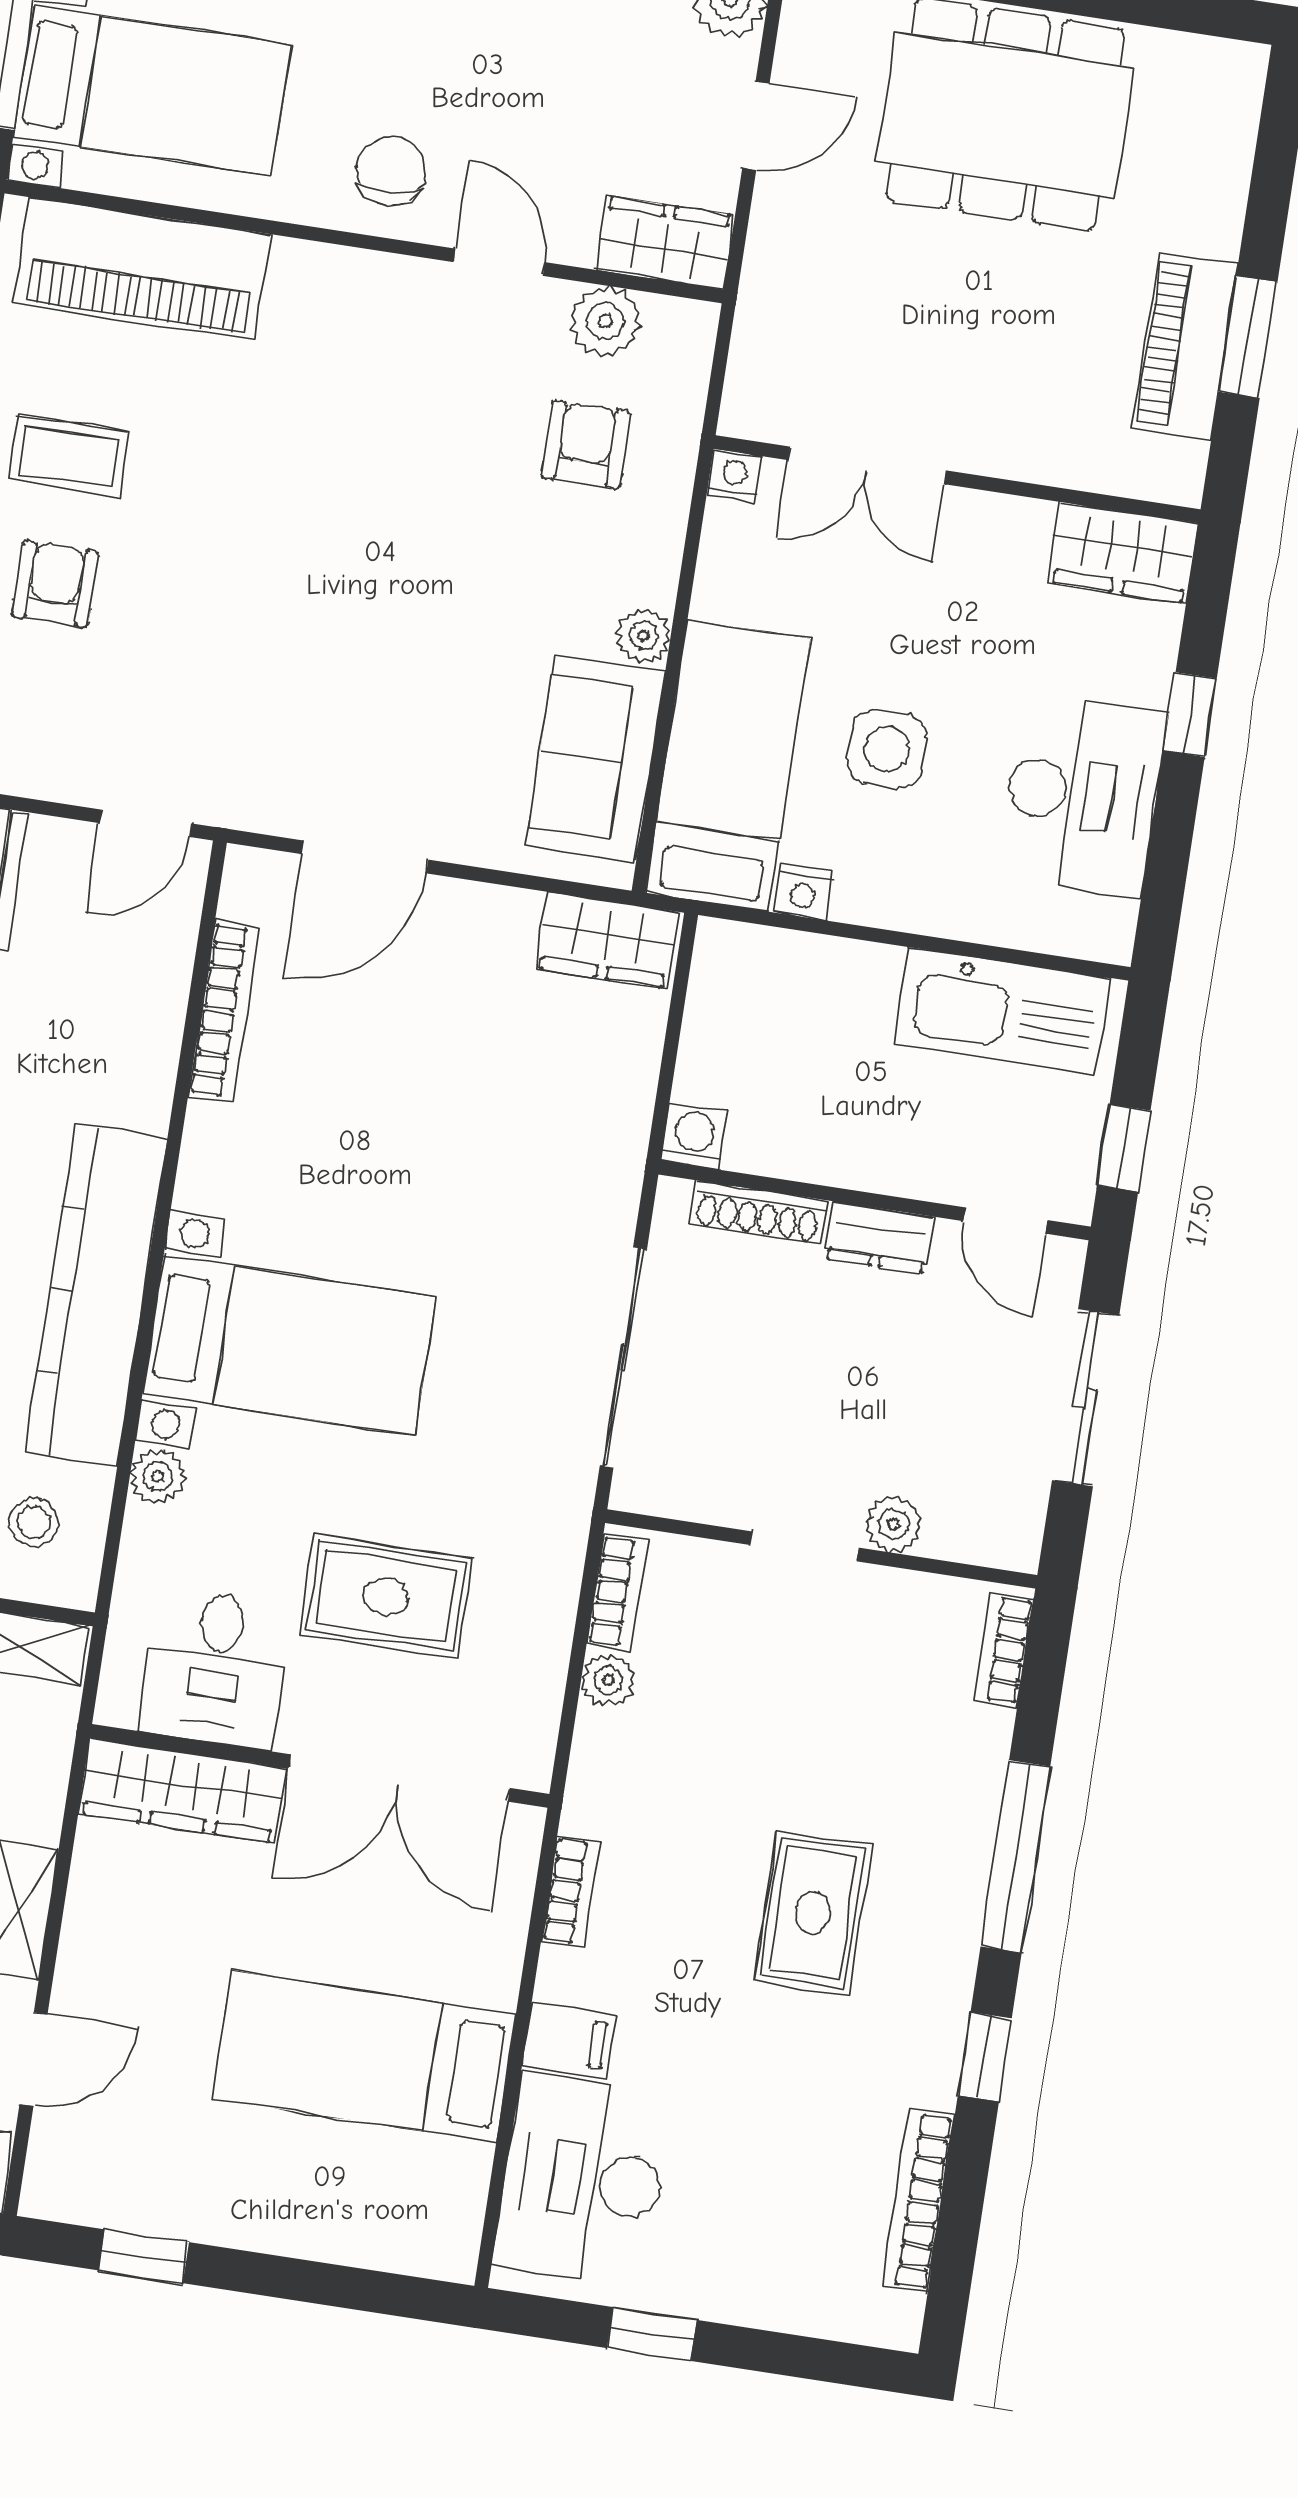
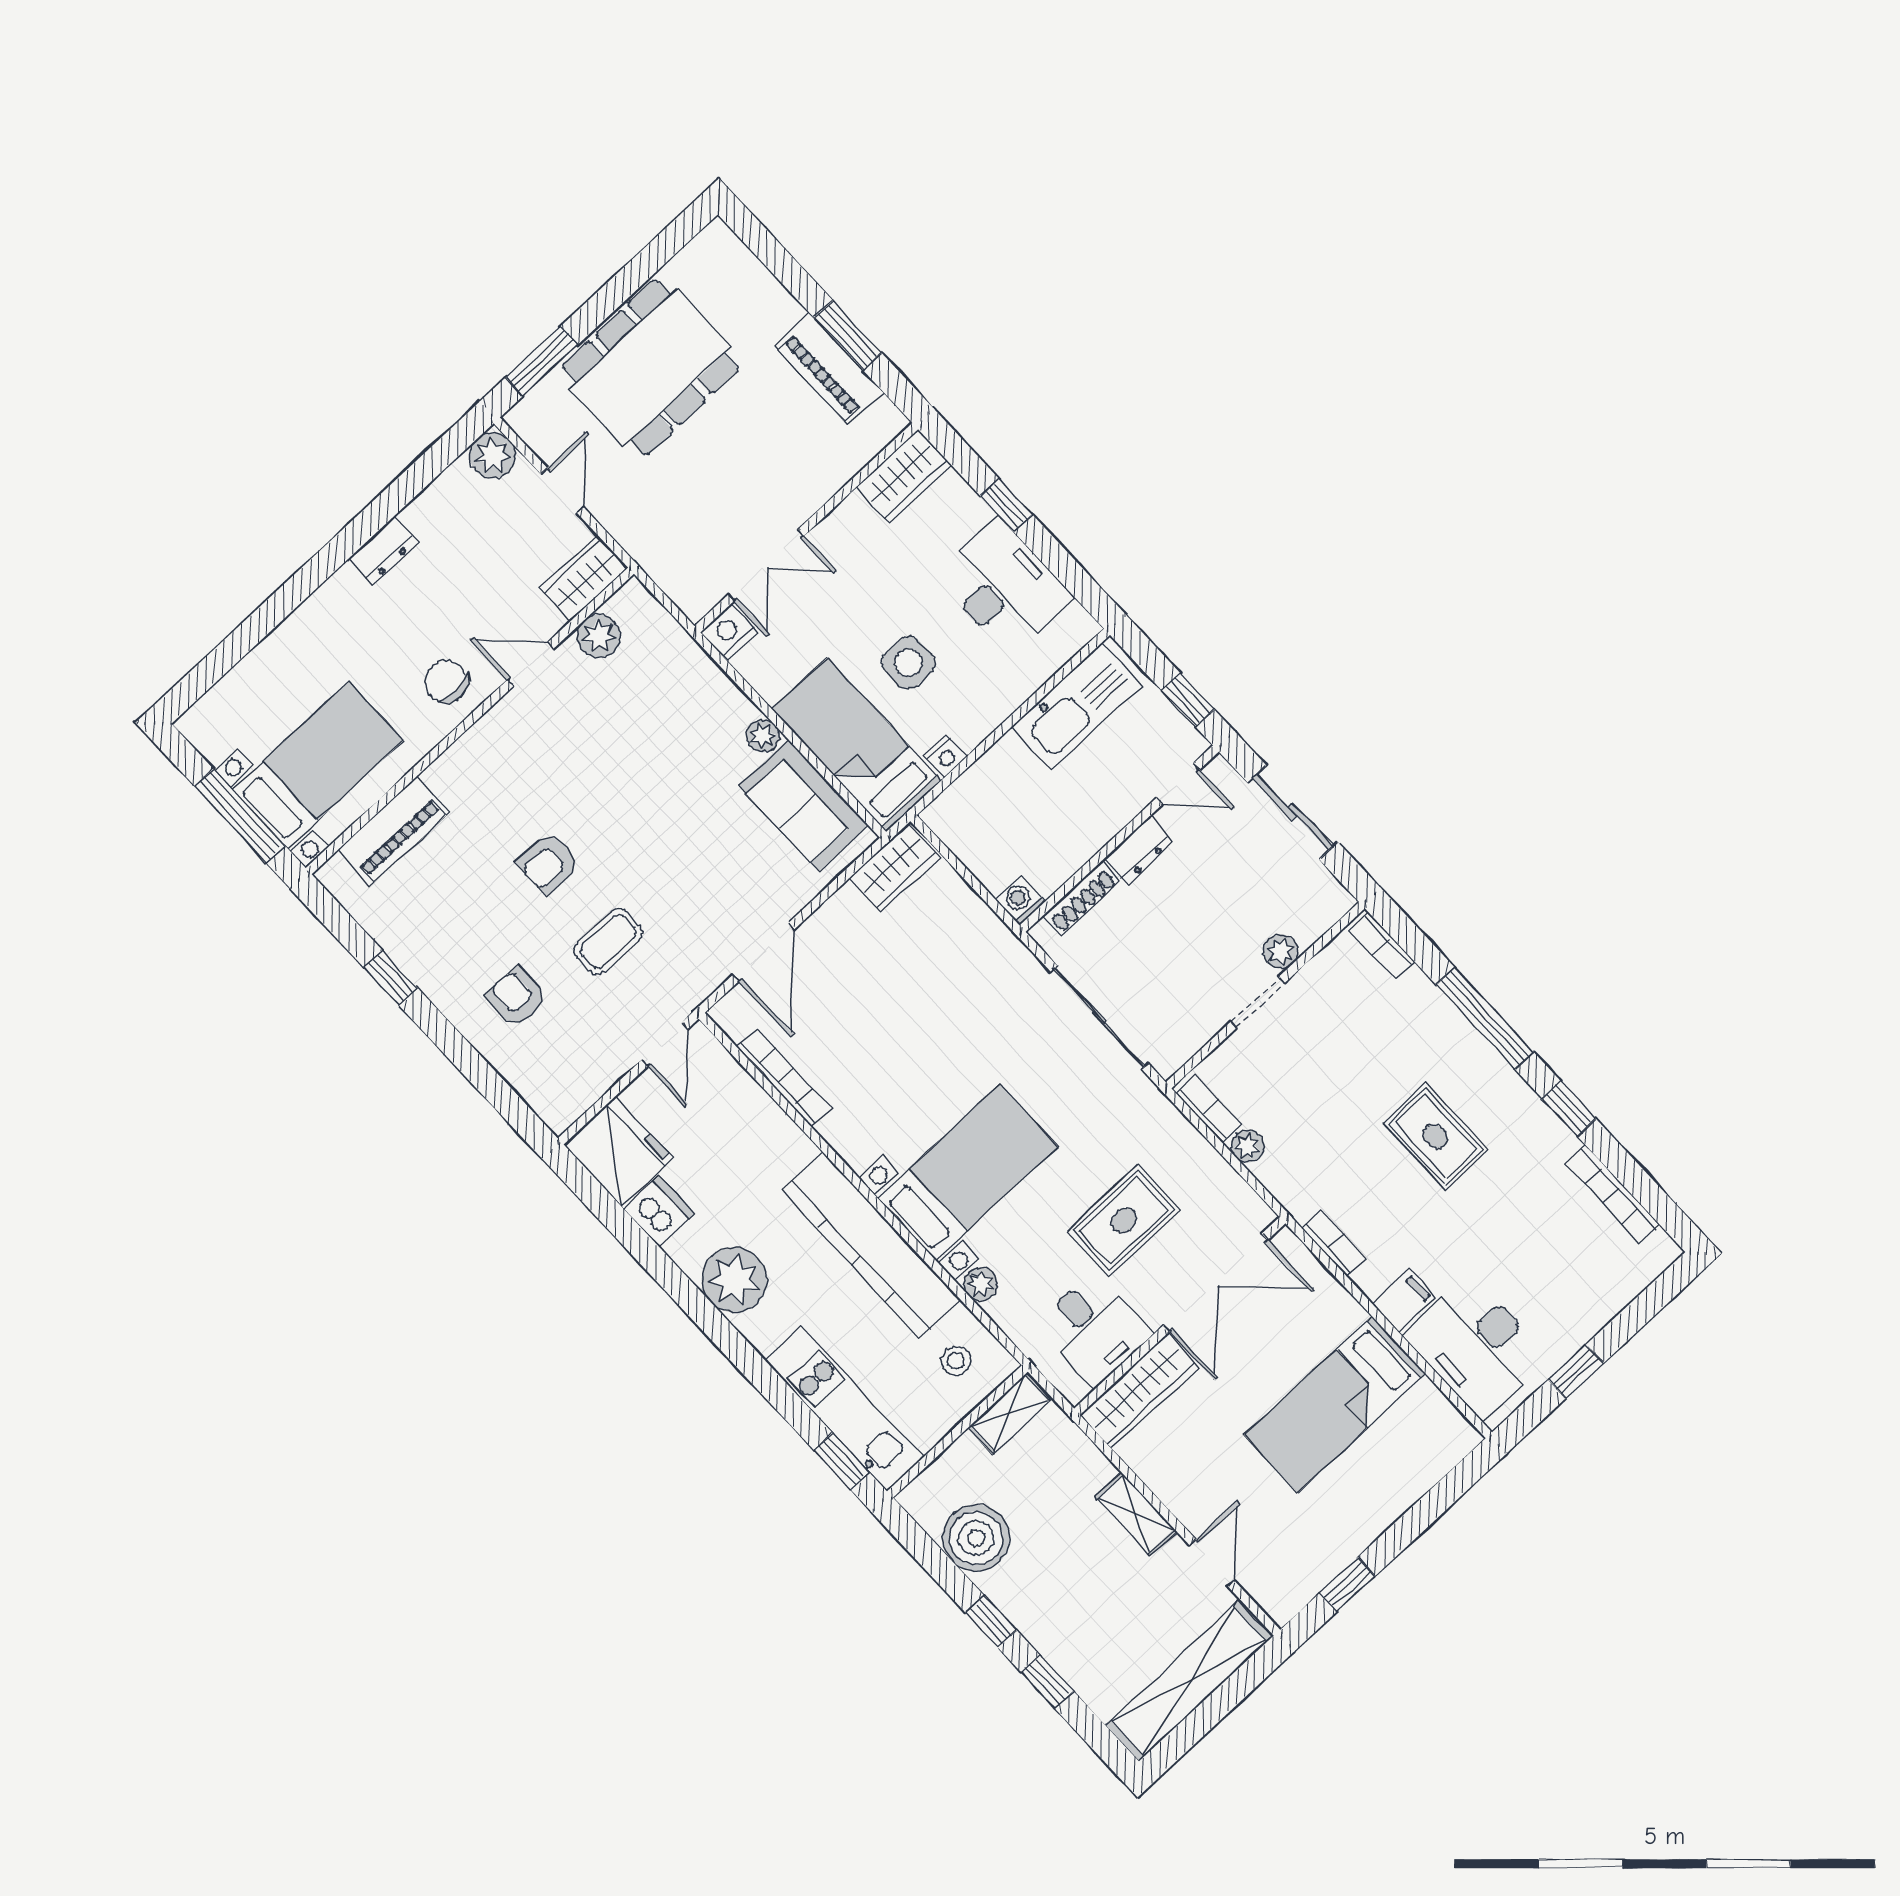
piano: (142, 268) -> (394, 831), width x0.73, depth x0.75
armchair: (586, 444) -> (548, 863), moved, turned -90
coffee table: (68, 456) -> (608, 941), moved
nightstand: (735, 476) -> (729, 632), width x1.39, depth x1.35

